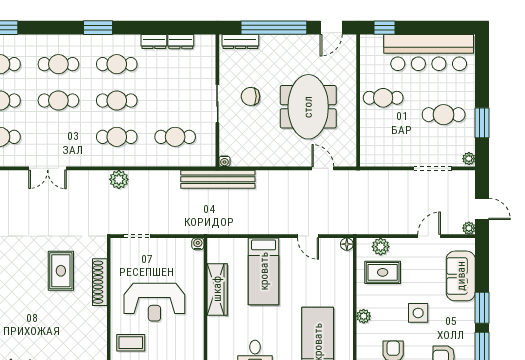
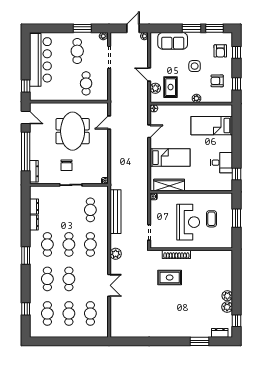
cafe table: (383, 98) -> (86, 83), moved
meeting table: (308, 107) -> (73, 131), turned 90
plant: (119, 179) -> (116, 254), moved
bench: (218, 179) -> (115, 212), moved
door: (429, 236) -> (149, 74), moved
wardrobe: (217, 289) -> (169, 185), moved
coffee table: (131, 343) -> (211, 219), moved

